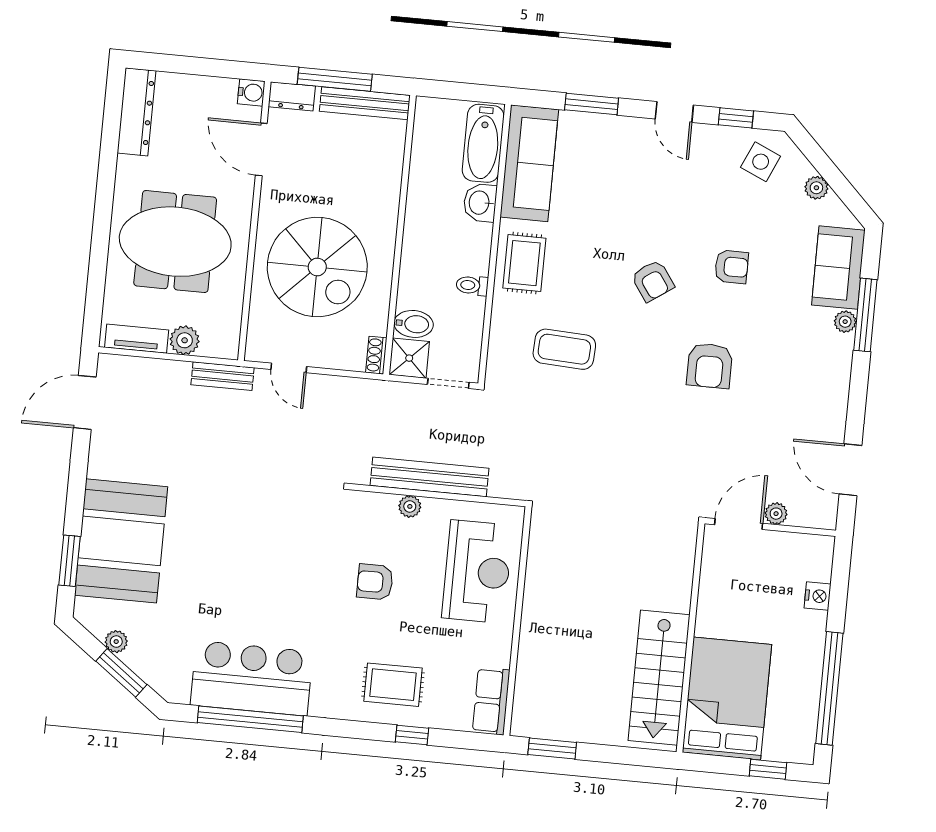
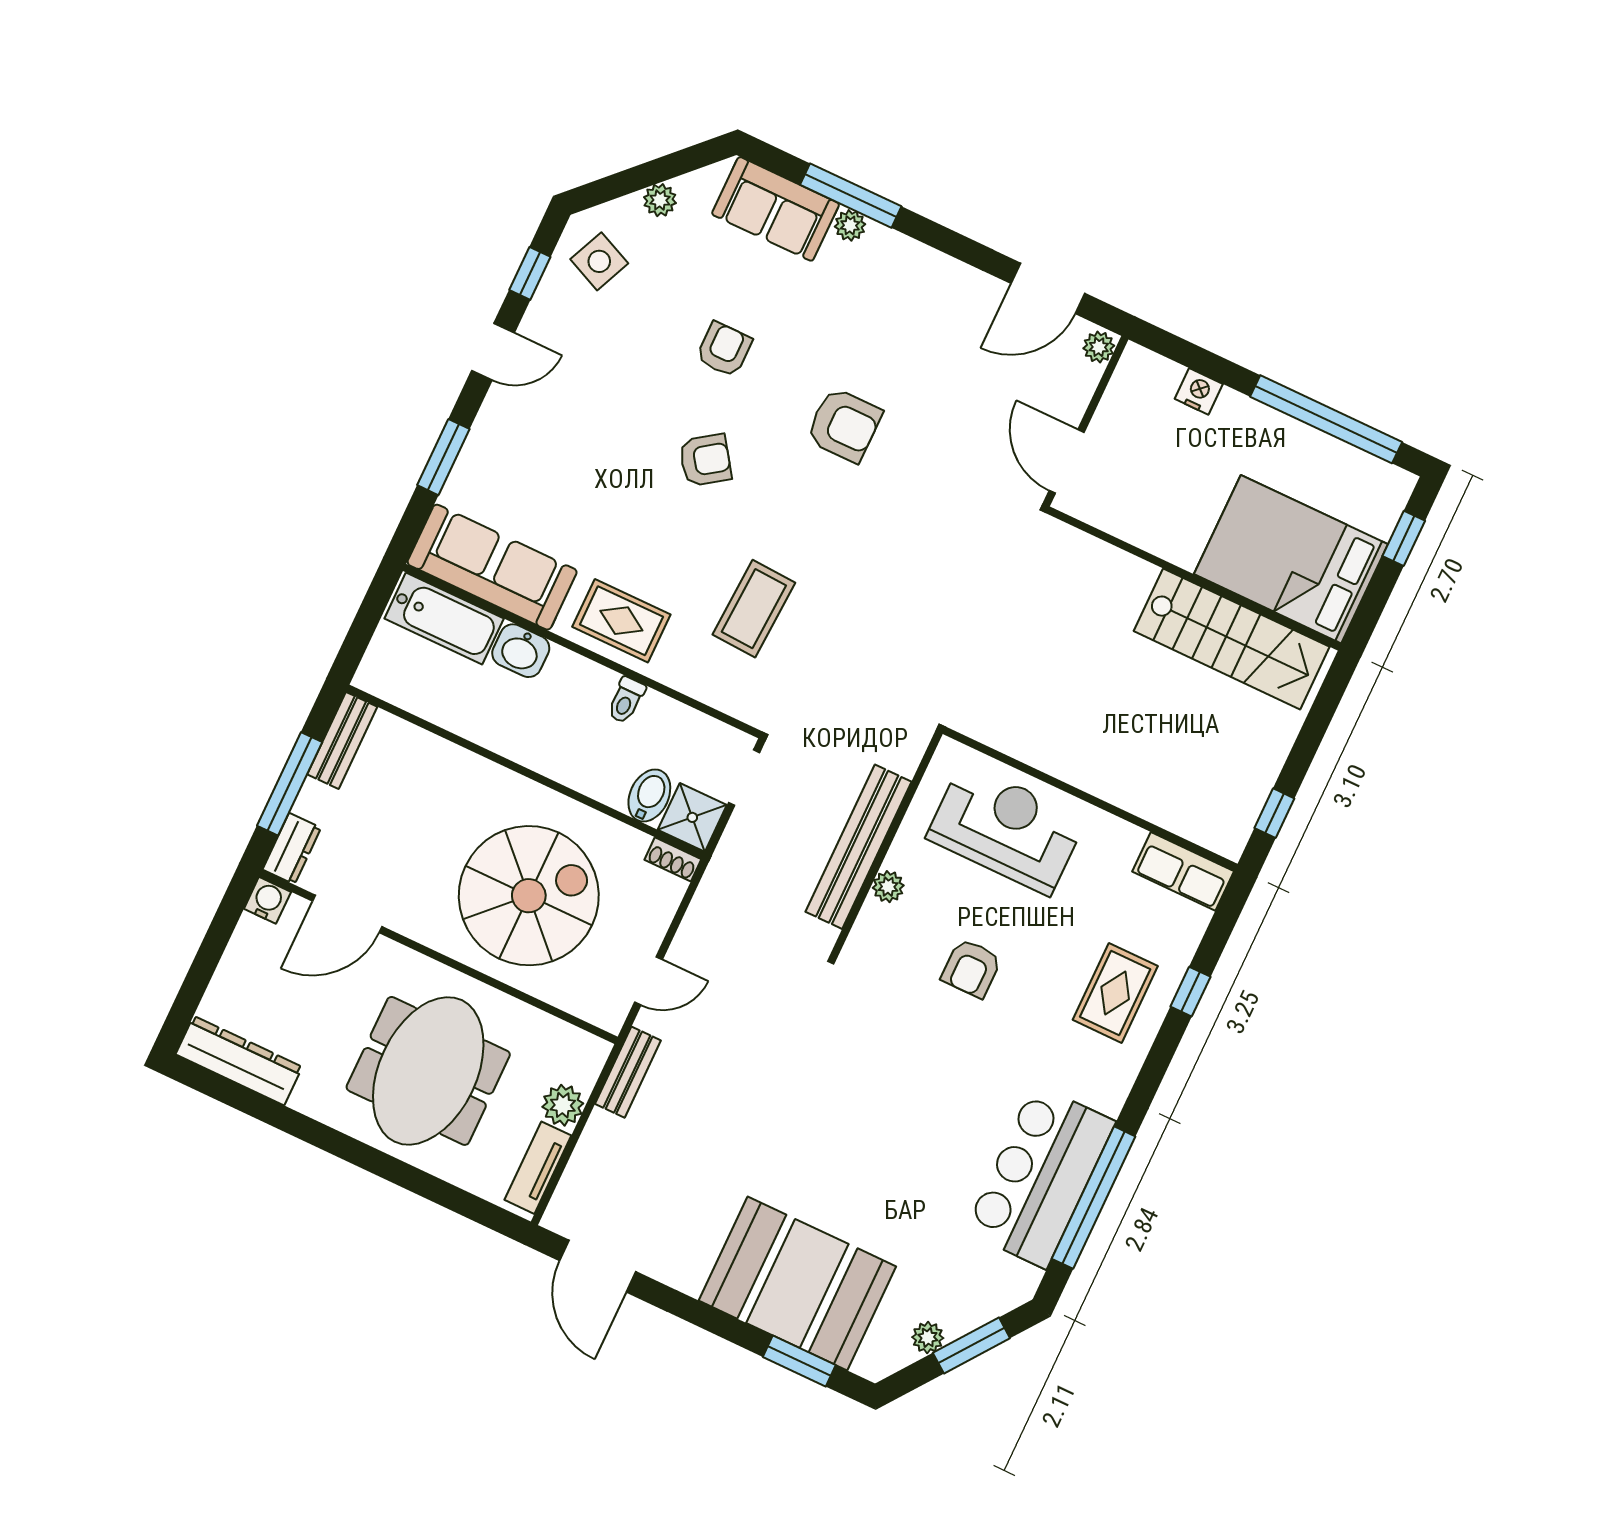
bench: (365, 103) -> (342, 741), width x0.73
plant: (776, 514) -> (1099, 347), moved
window: (552, 748) -> (1274, 813), width x0.67

